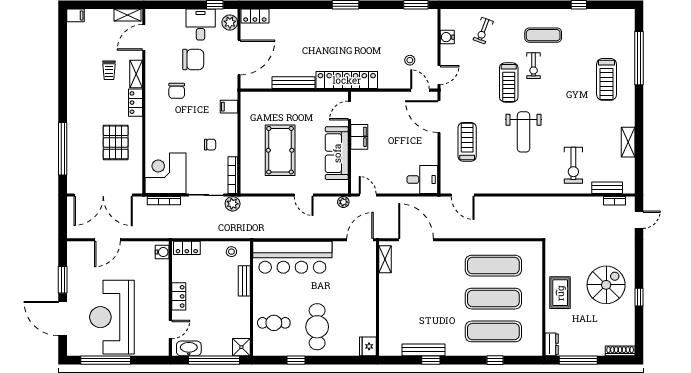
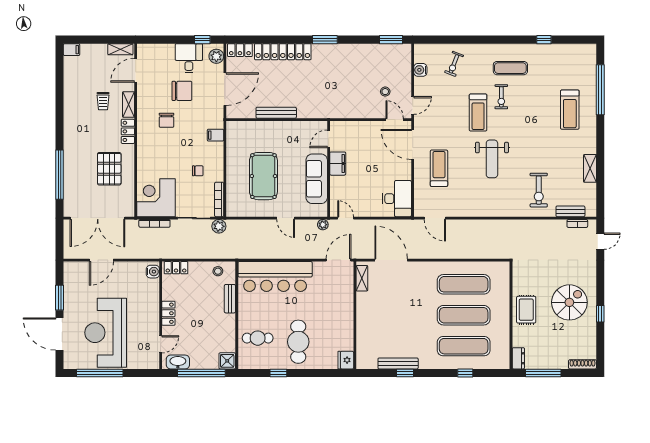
locker: (347, 80) -> (283, 52), moved, turned 180
desk: (422, 180) -> (397, 199), width x1.37

